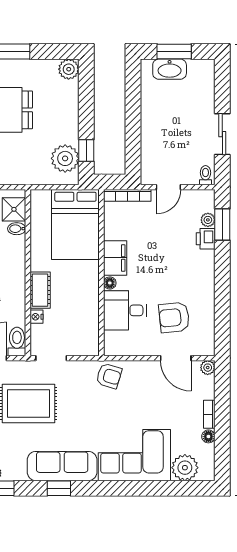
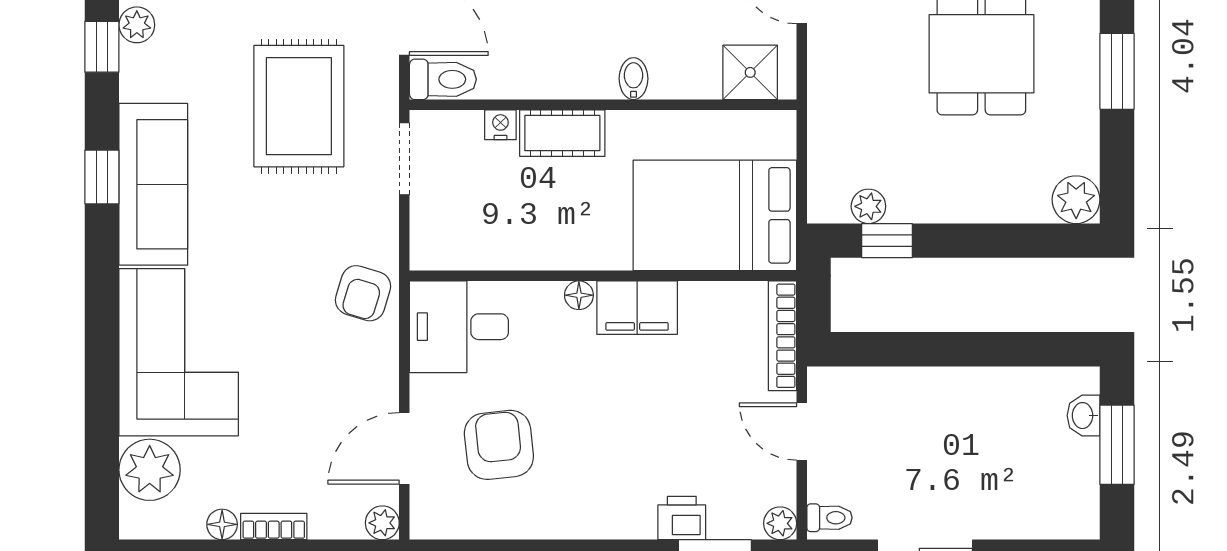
washbasin: (170, 69) -> (1083, 416), width x0.52, depth x0.69
plant: (65, 158) -> (868, 206), width x0.53, depth x0.53
plant: (208, 220) -> (780, 523), moved
bidet: (17, 229) -> (633, 79), moved
desk: (125, 310) -> (459, 327), moved, turned -90

